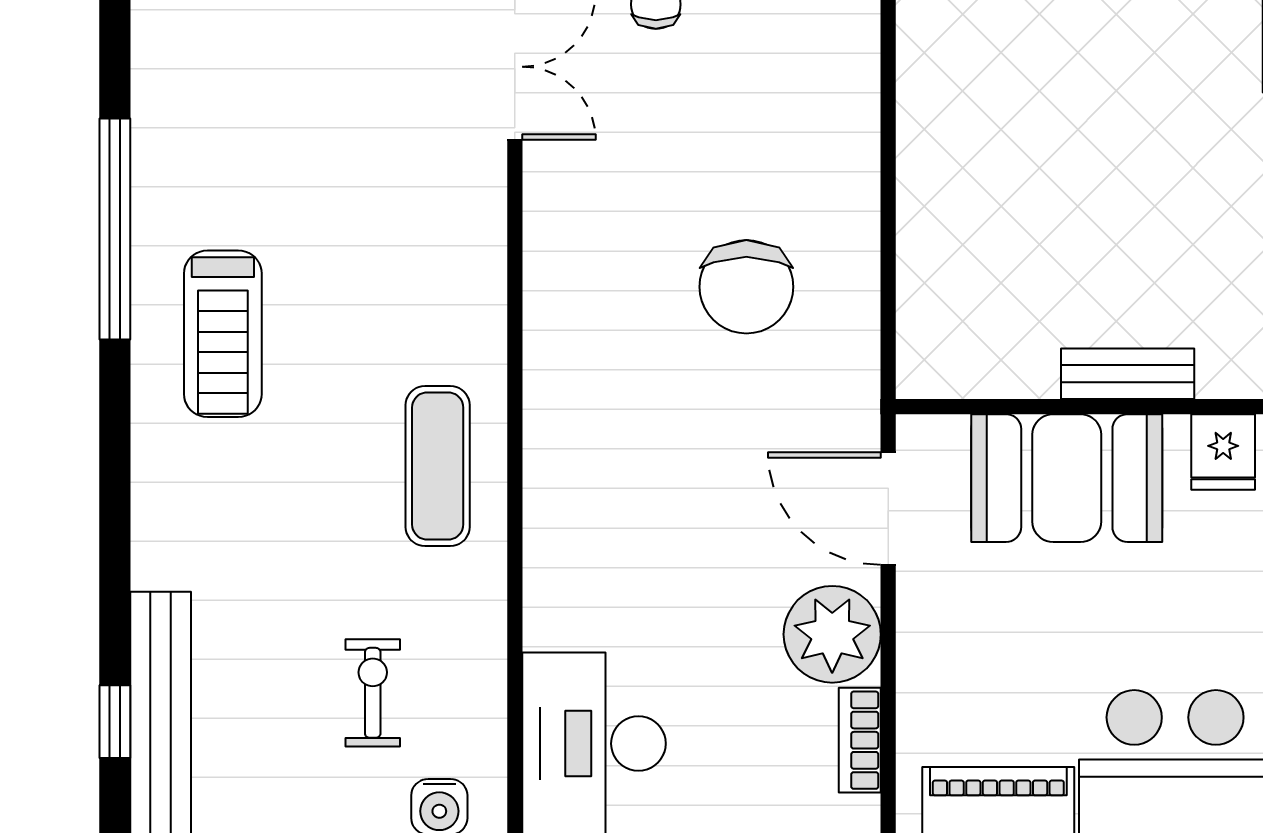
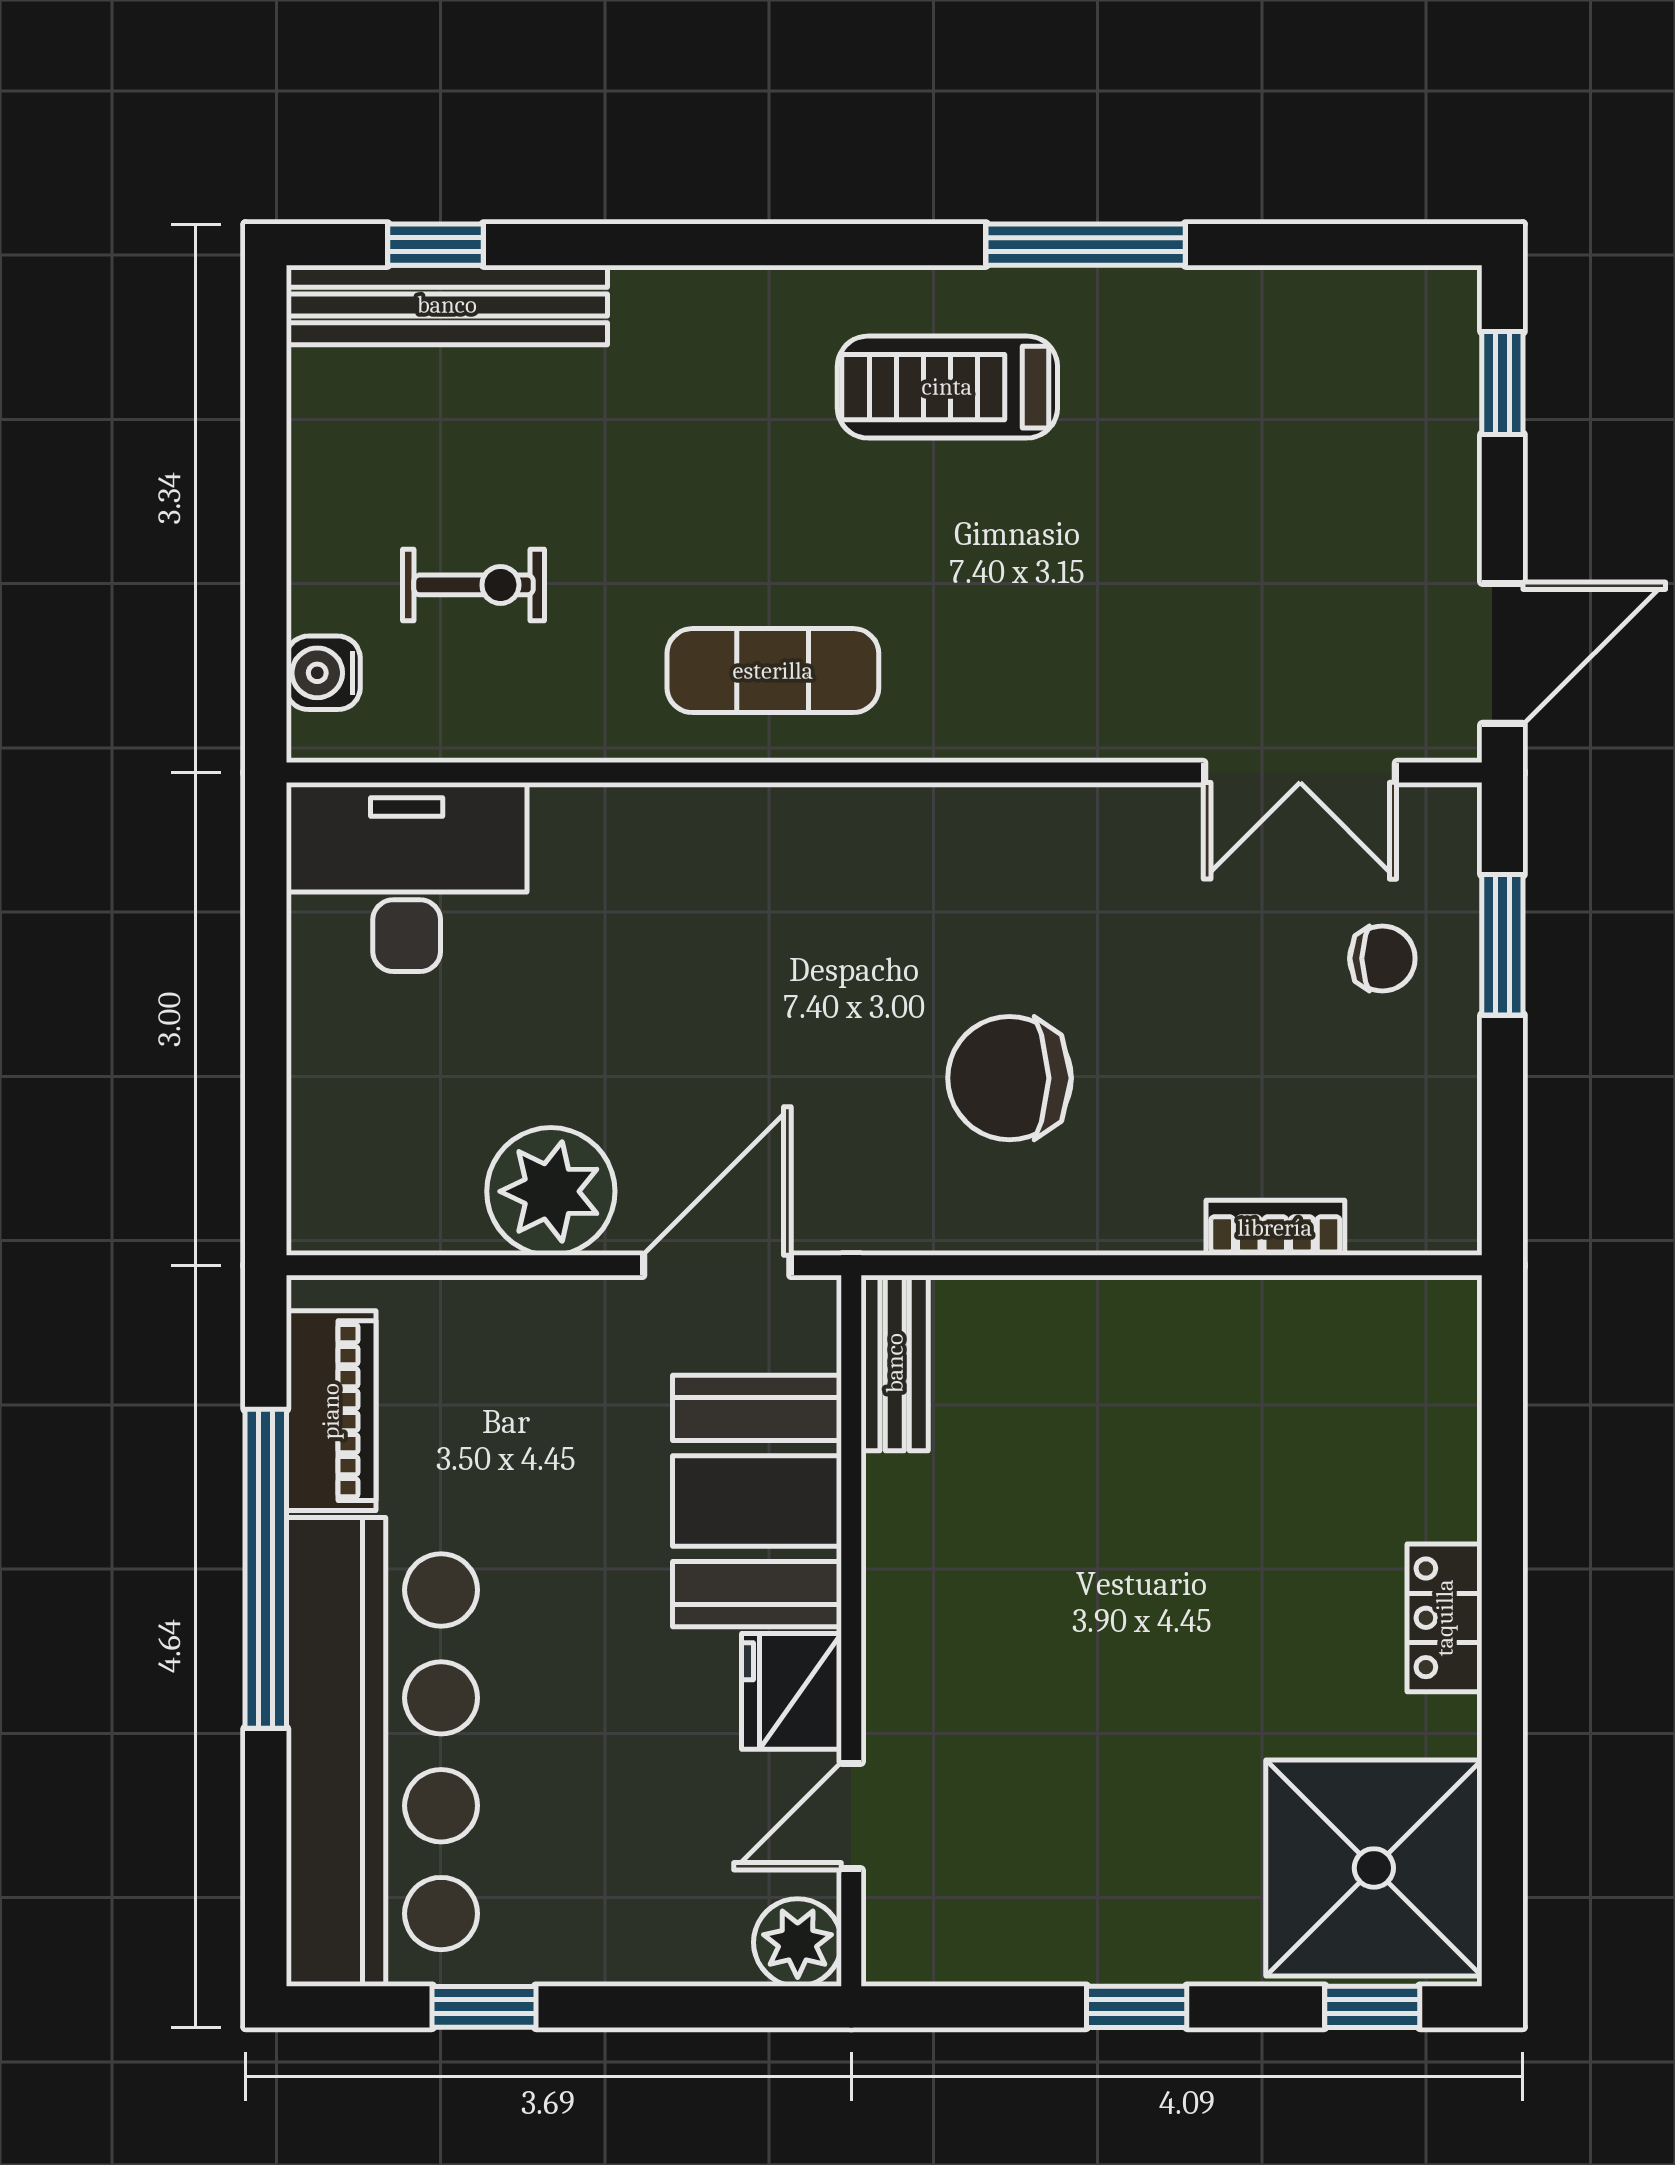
window: (115, 229) -> (1086, 245), width x0.68
bench: (1128, 374) -> (895, 1363), moved
fridge: (1223, 452) -> (791, 1691), width x1.38
bookcase: (860, 740) -> (1275, 1228), moved

